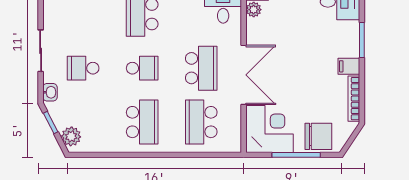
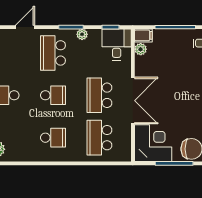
school desk: (201, 68) -> (99, 95), turned 180
school desk: (142, 122) -> (53, 138), width x0.54

